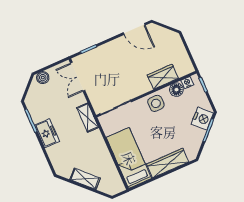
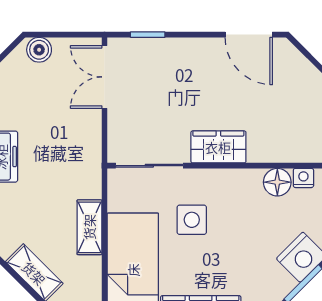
wardrobe: (163, 77) -> (218, 147), moved
side table: (156, 103) -> (192, 220), moved
shelving: (88, 118) -> (89, 227), moved

